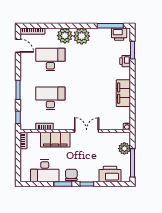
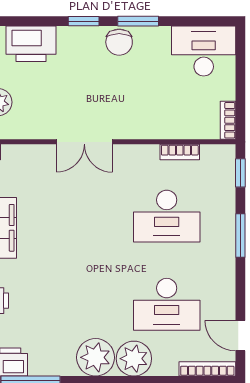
filing cabinet: (55, 140) -> (156, 122), removed
desk: (45, 171) -> (204, 51), moved

